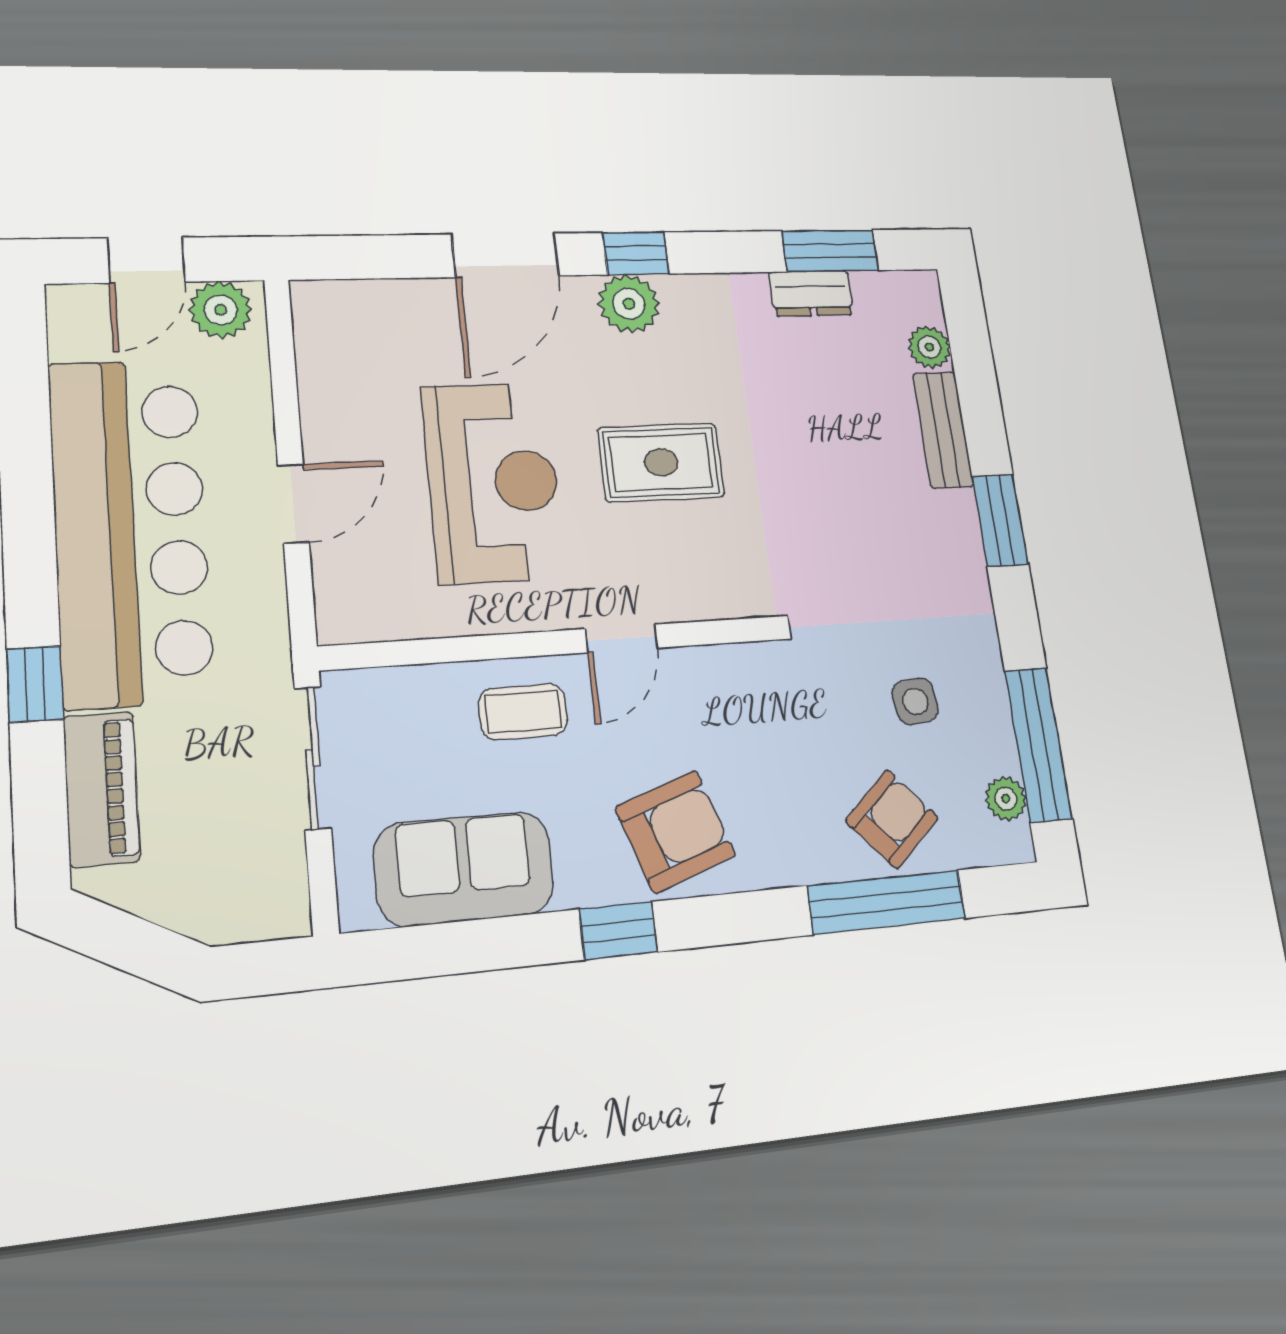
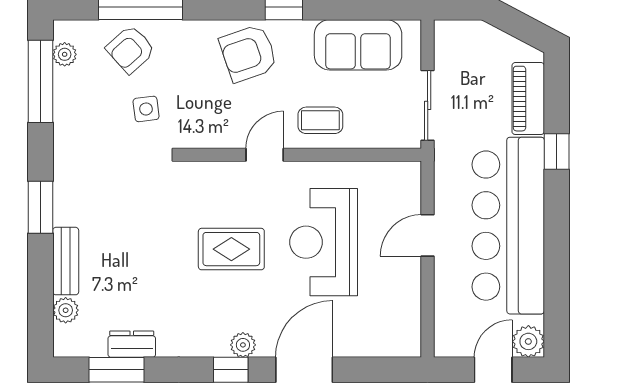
plant: (629, 304) -> (243, 345), width x0.73, depth x0.73
plant: (221, 310) -> (528, 341), moved
side table: (915, 701) -> (146, 109), moved

